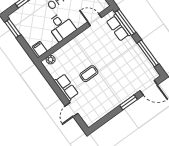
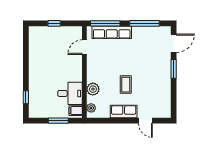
desk: (61, 27) -> (70, 93), moved
window: (13, 28) -> (58, 121), moved
row of seats: (118, 28) -> (112, 32), width x1.48
plant: (67, 50) -> (93, 89), added

